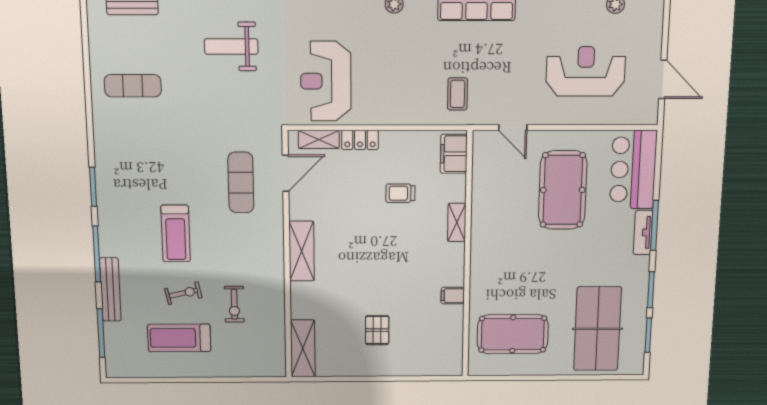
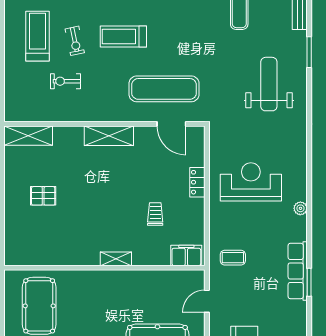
weight bench: (231, 46) -> (269, 84), width x1.36, depth x1.33
reception desk: (326, 81) -> (251, 182), moved
shelving: (319, 140) -> (198, 150), removed
exercise mat: (241, 183) -> (164, 89), width x1.36, depth x1.45
shelving: (457, 222) -> (116, 259), moved
filing cabinet: (453, 296) -> (72, 257), removed

